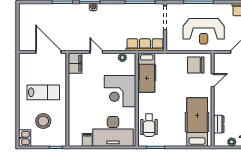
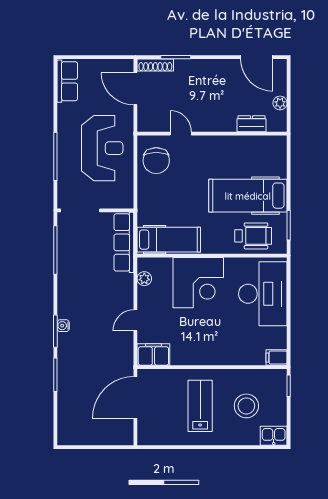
hospital bed: (197, 122) -> (248, 196), moved
filing cabinet: (87, 140) -> (277, 358), moved

